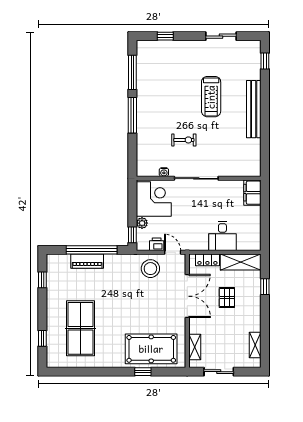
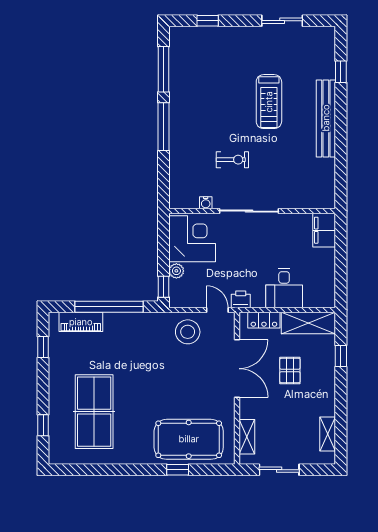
window: (265, 61) -> (341, 72), moved
printer: (157, 244) -> (241, 299), moved
piano: (87, 261) -> (81, 322), moved

